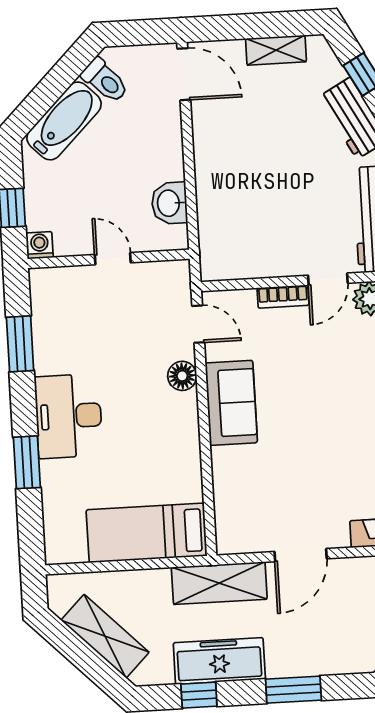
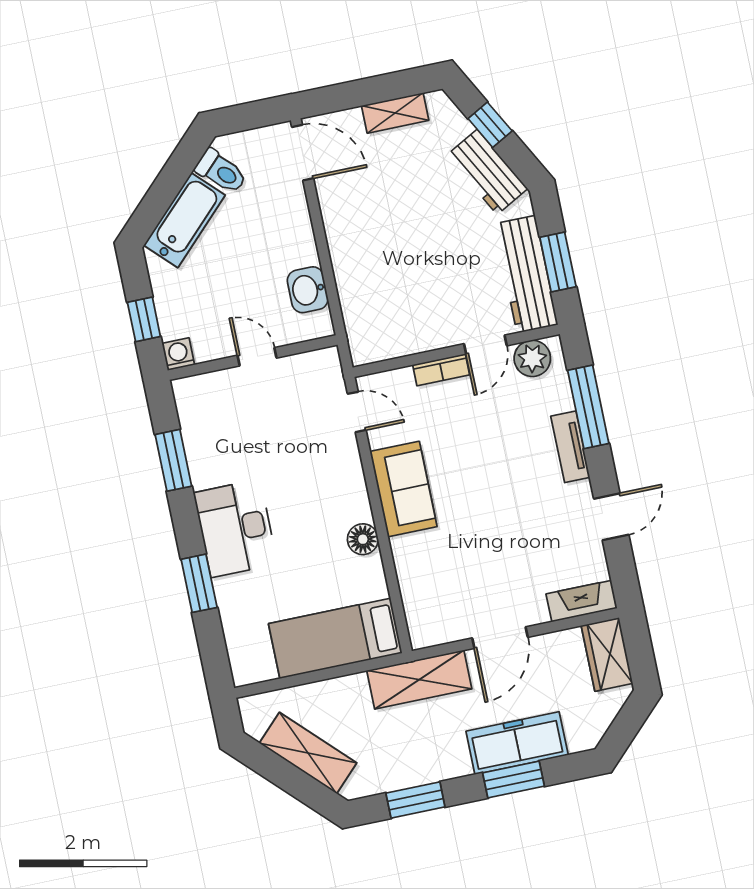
floor lamp: (182, 376) -> (363, 539), moved
freezer: (219, 661) -> (517, 743), moved
window: (199, 695) -> (415, 800), width x1.50

